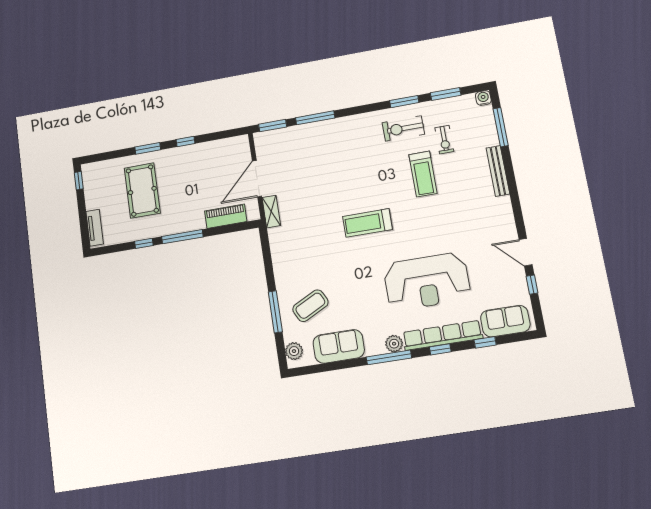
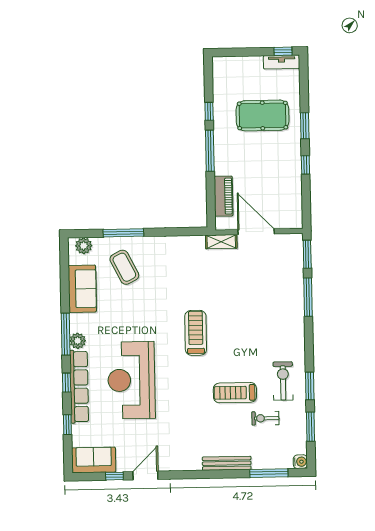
tv unit: (95, 228) -> (282, 62), moved
sofa: (505, 321) -> (94, 460), moved, turned -90

